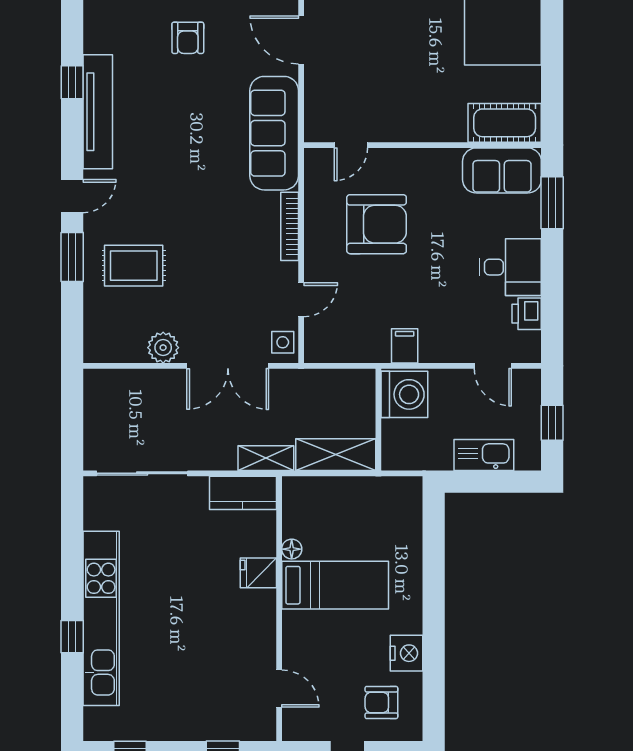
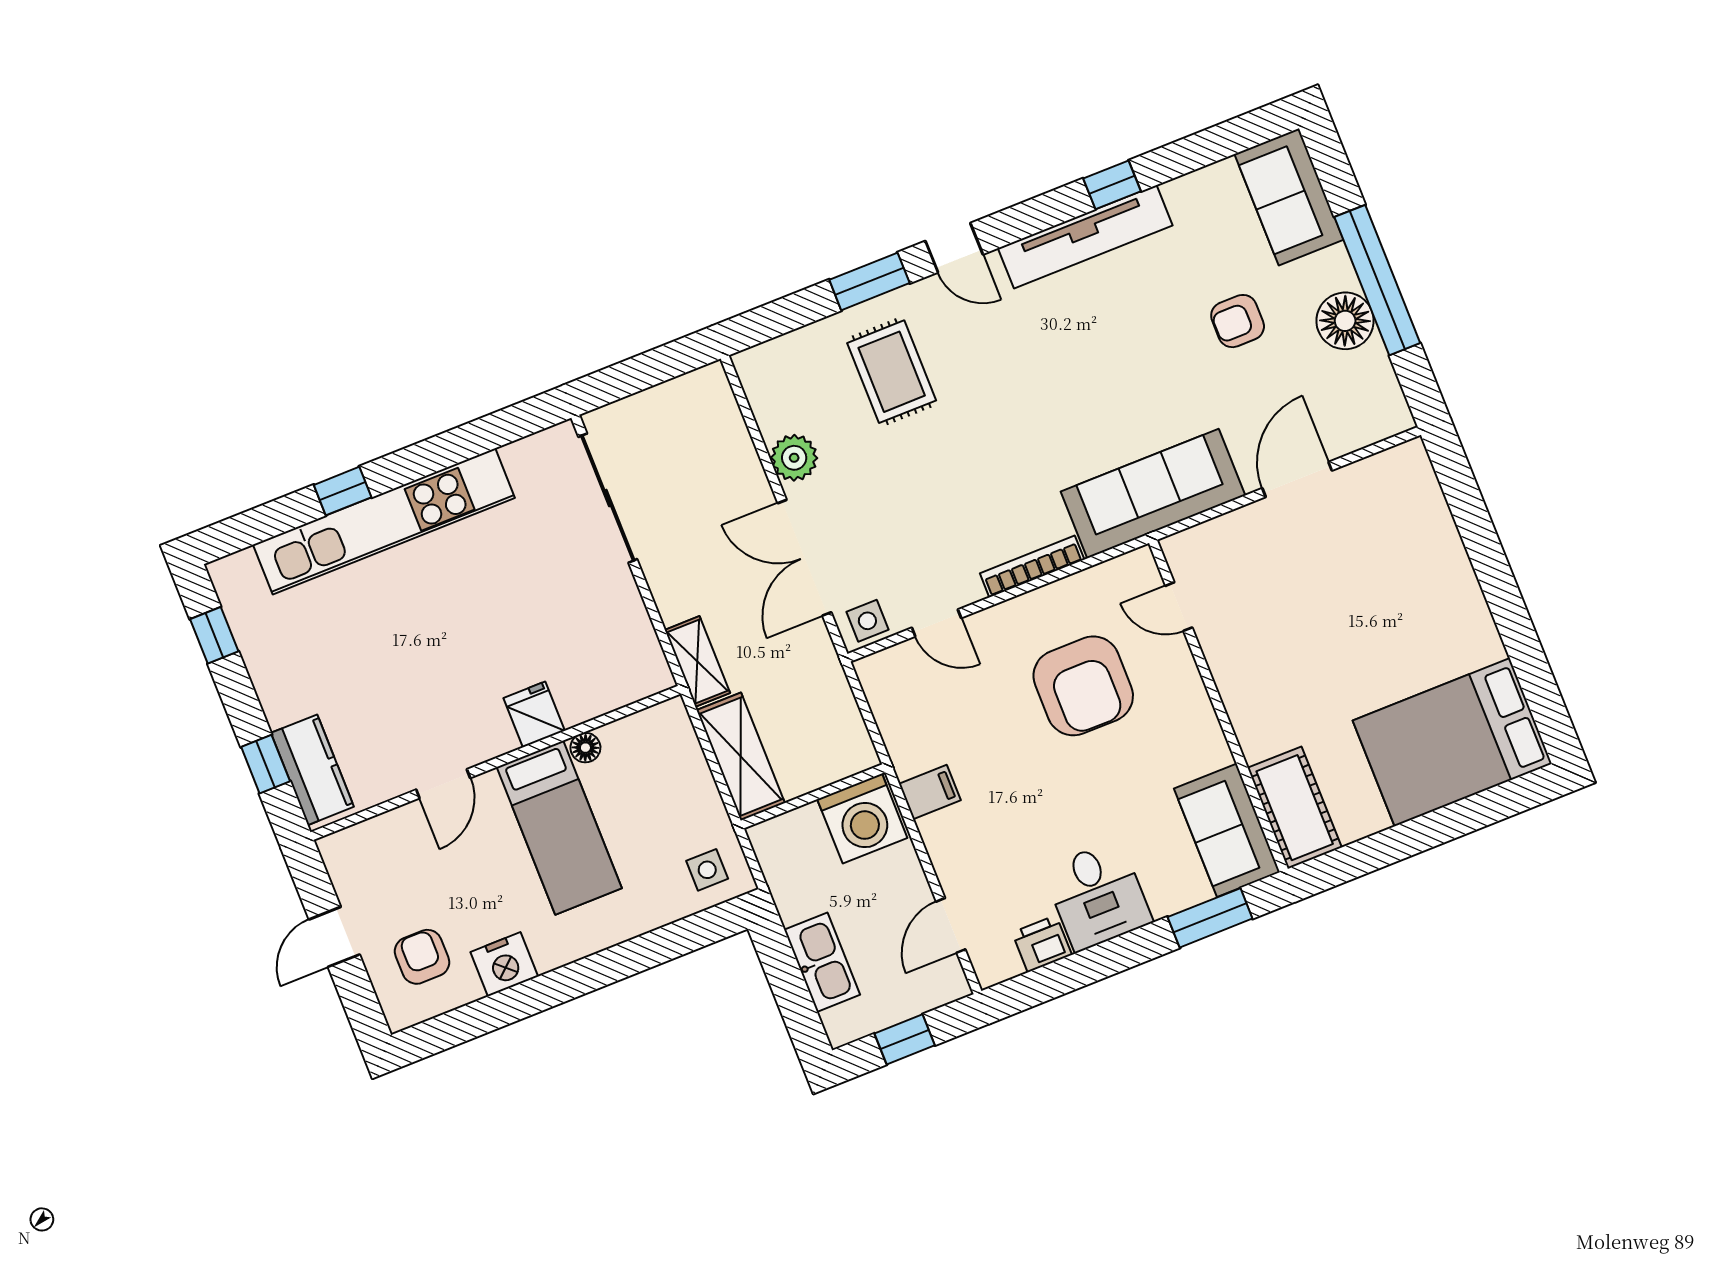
kitchen counter: (243, 493) -> (312, 770), moved, turned 180
side table: (398, 504) -> (707, 870), added
door: (279, 688) -> (443, 784), moved

